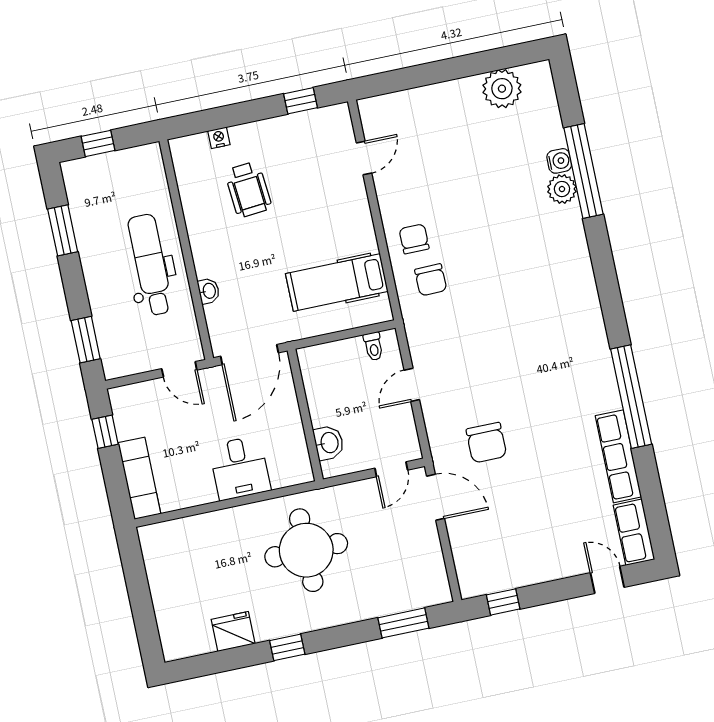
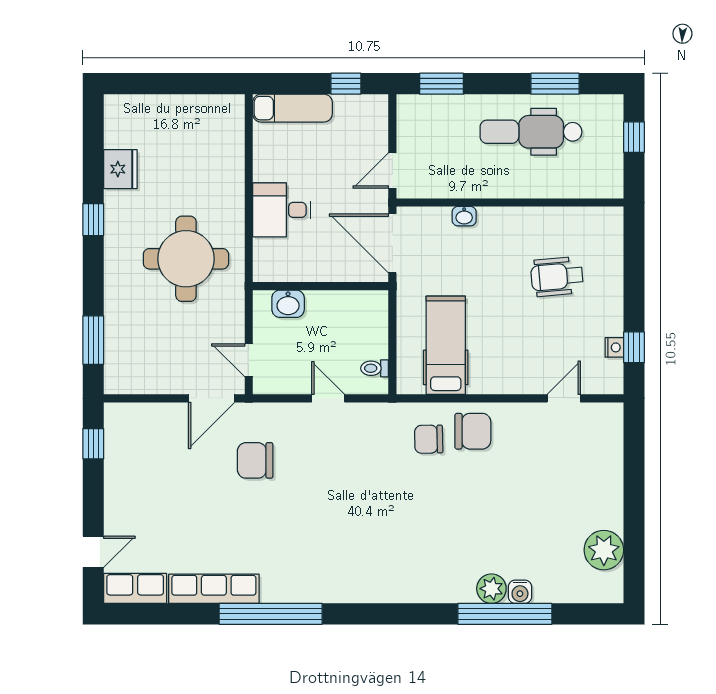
nightstand: (219, 138) -> (614, 347), moved
door: (364, 158) -> (564, 398), swing flipped
chair: (414, 239) -> (473, 431), width x1.37, depth x1.37
dental chair: (150, 265) -> (531, 132), moved, turned 180

